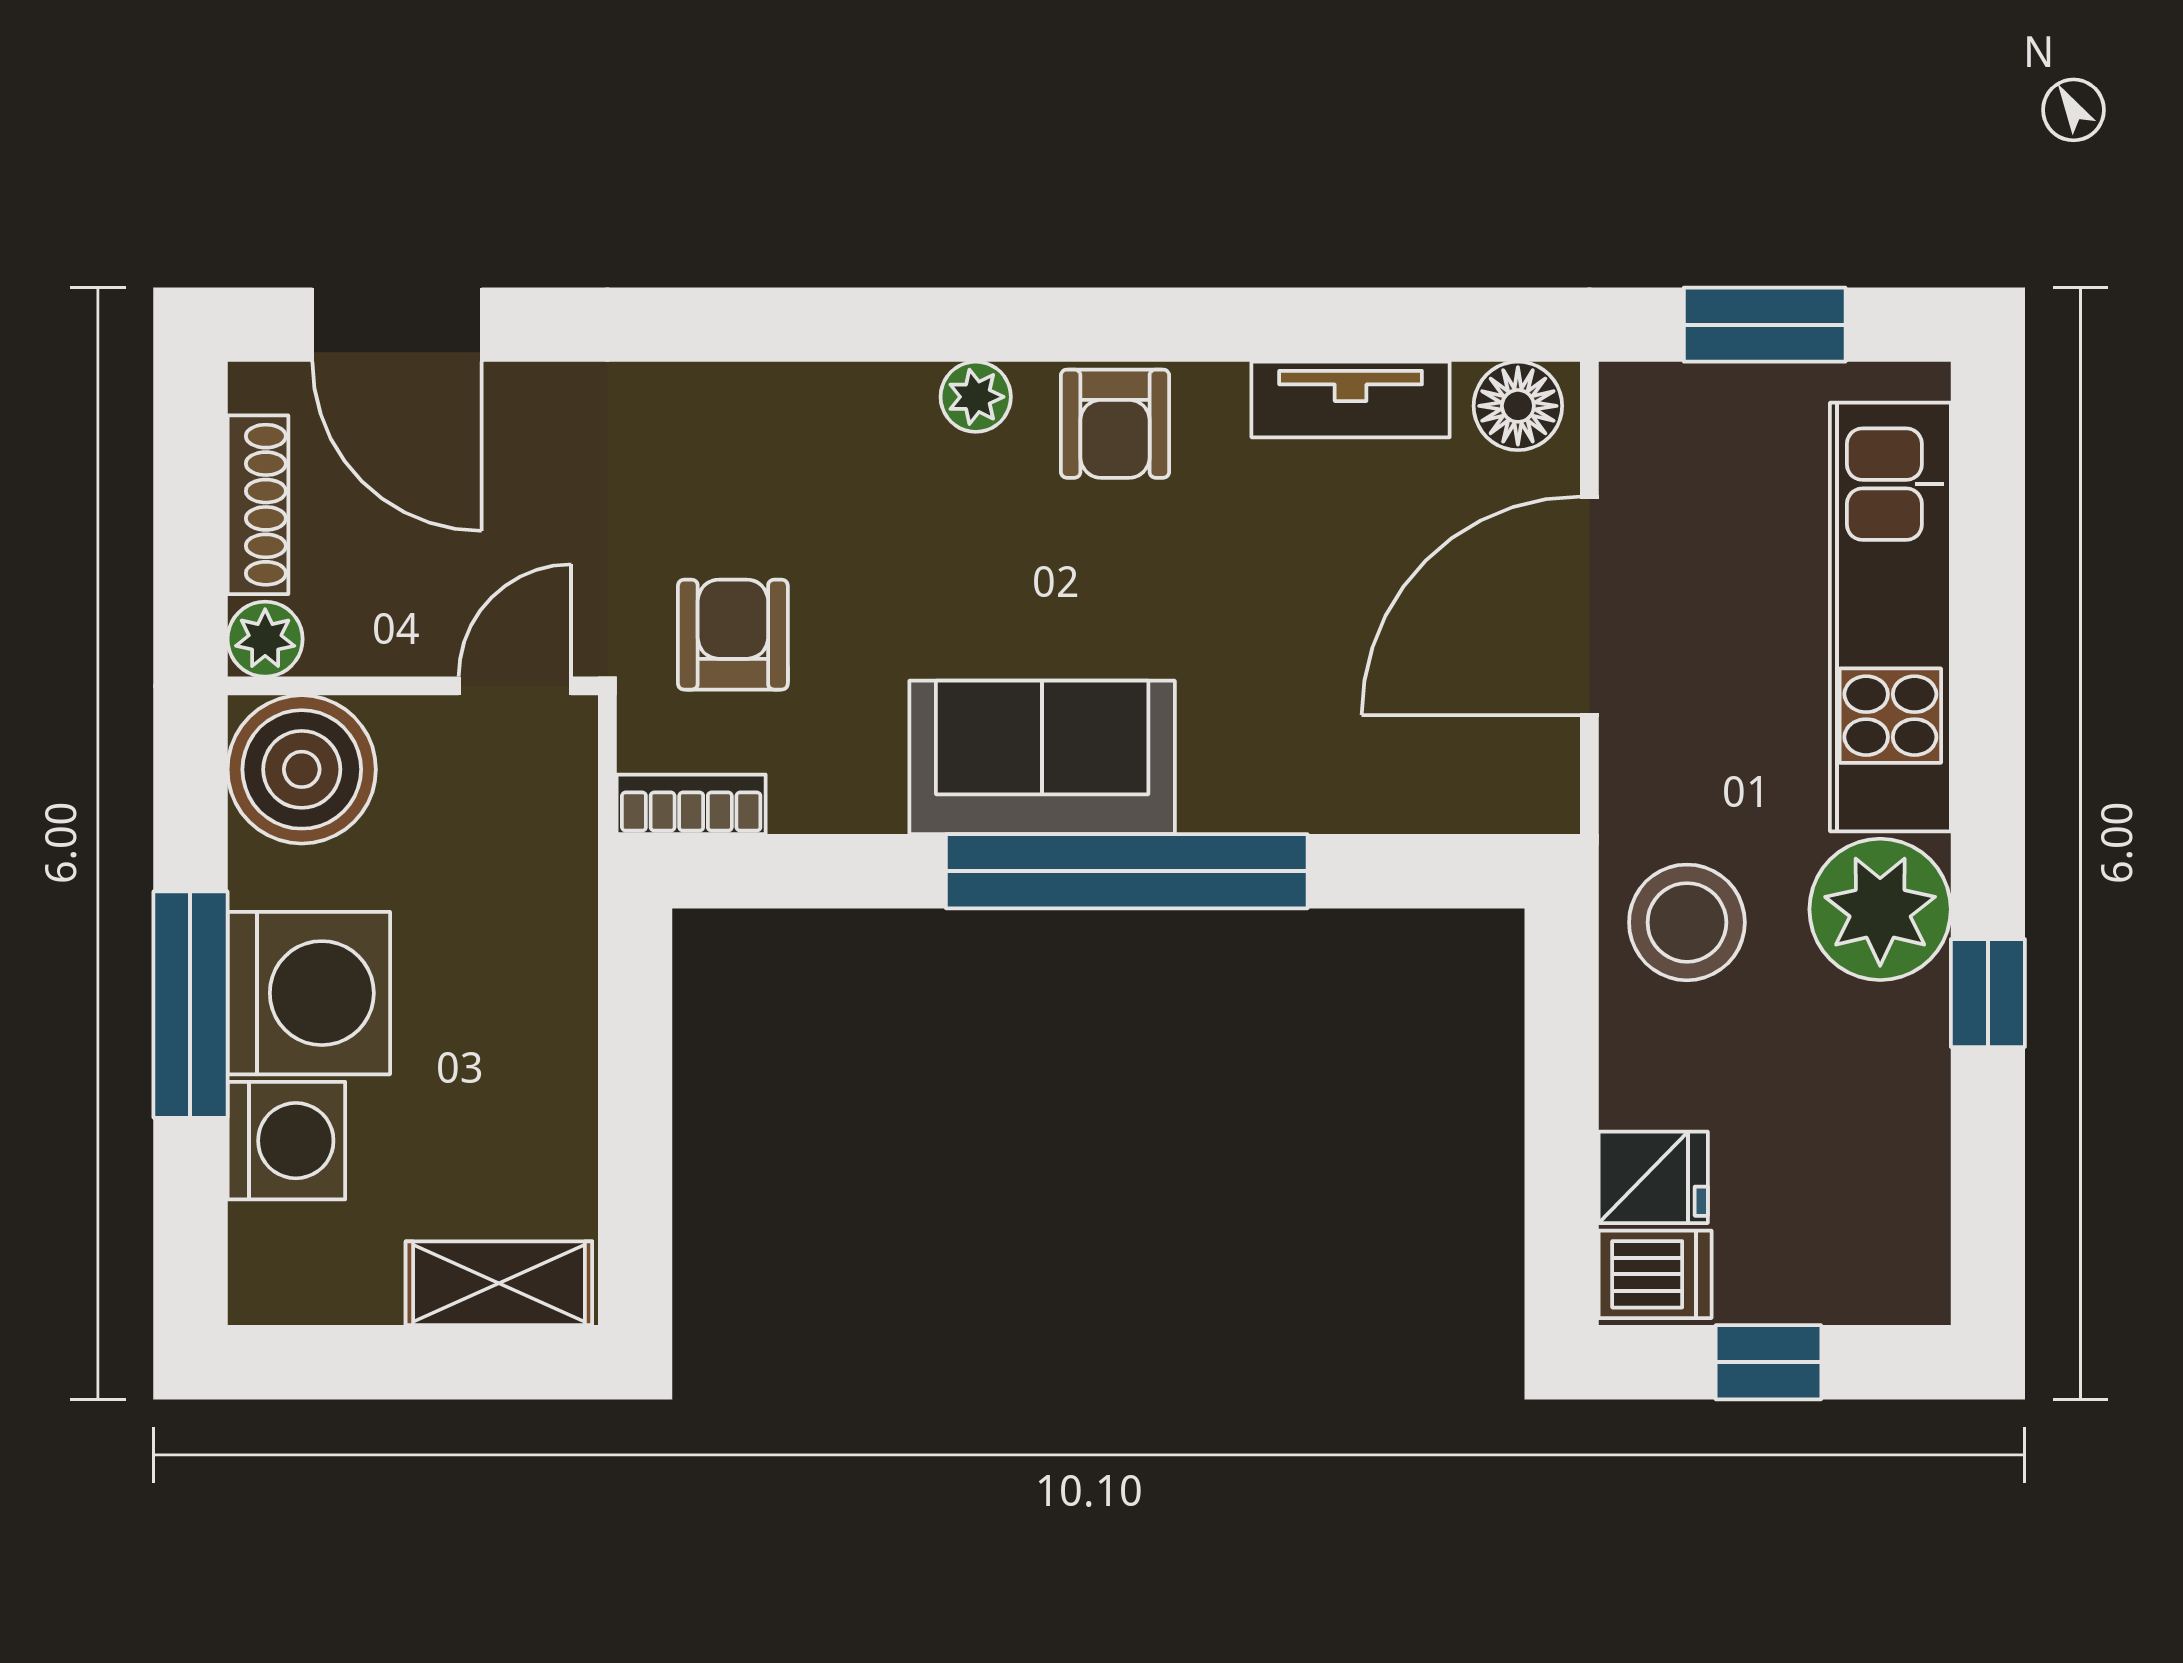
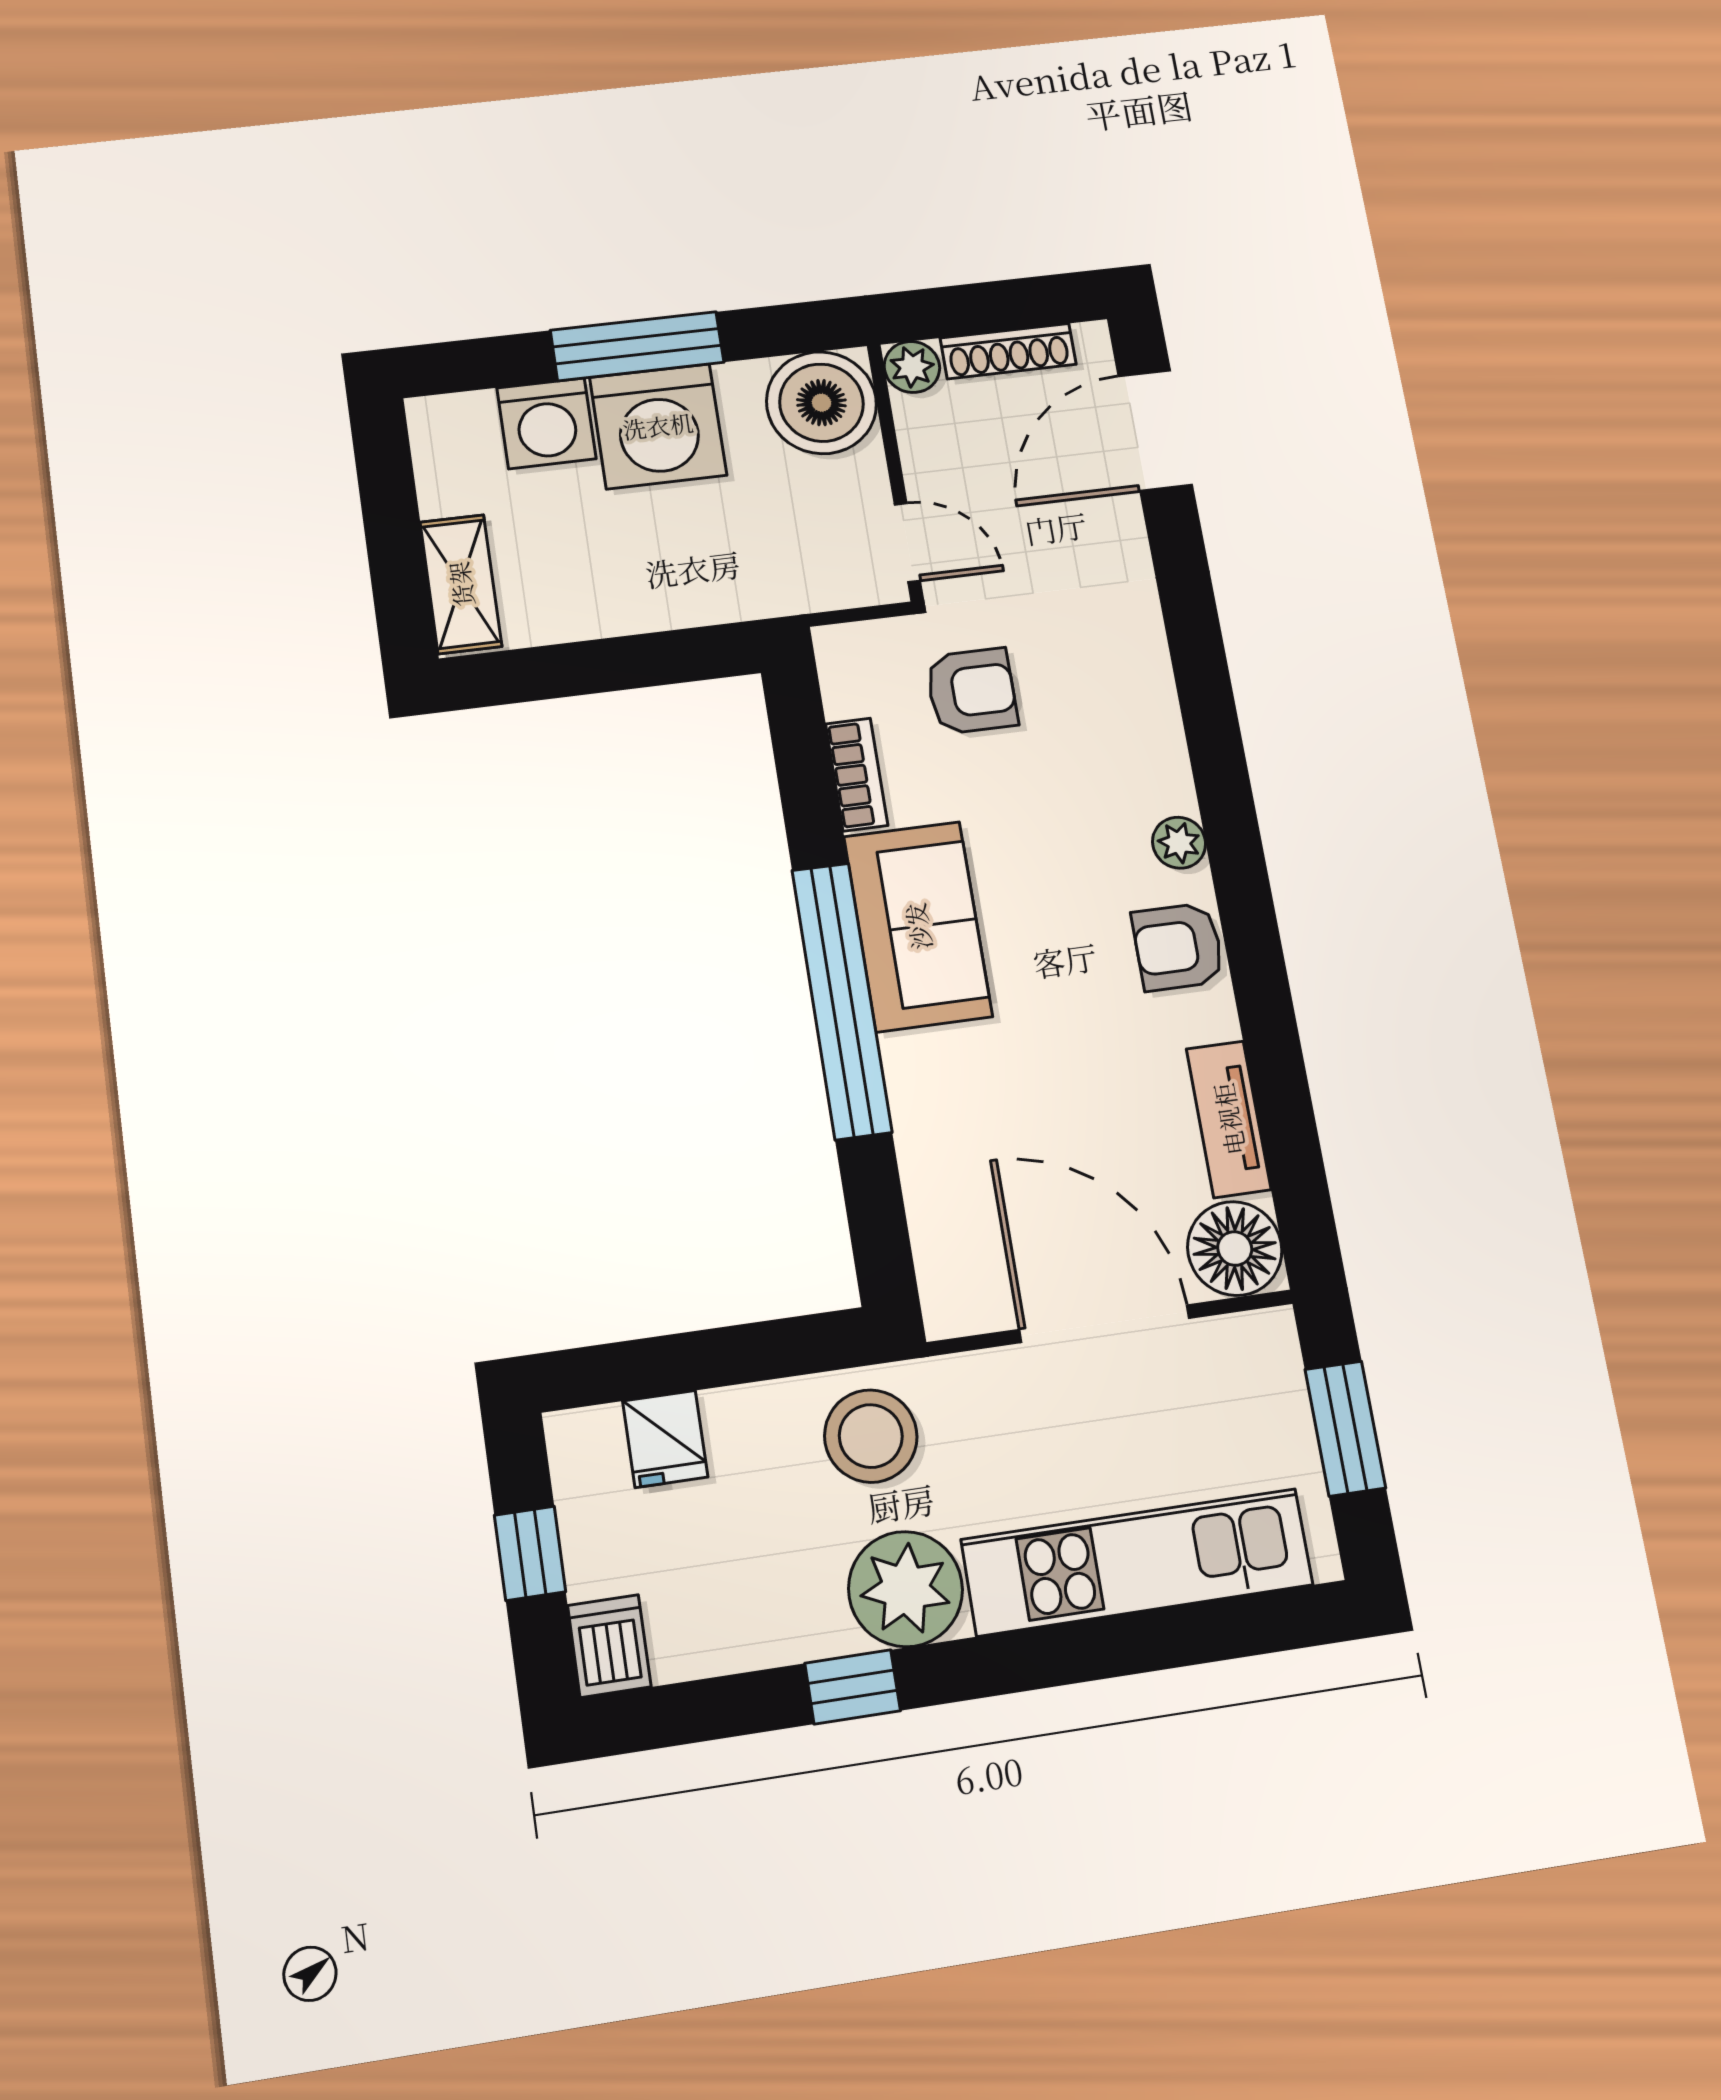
floor lamp: (1518, 406) -> (1235, 1248), width x1.38, depth x1.38
bookcase: (691, 804) -> (857, 775), moved
dishwasher: (1655, 1274) -> (609, 1646), moved, turned 180

